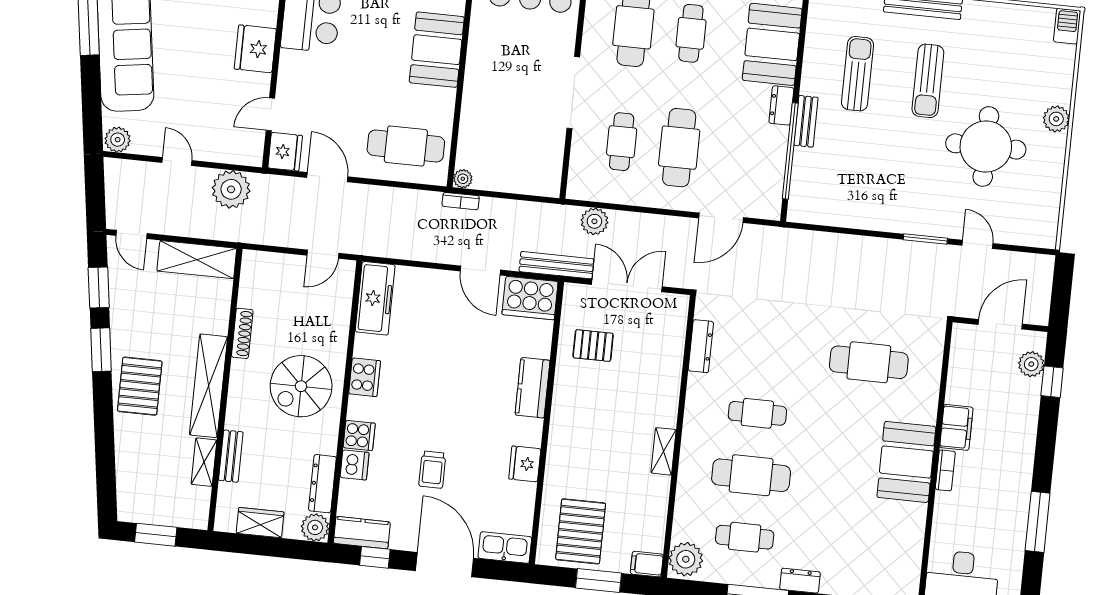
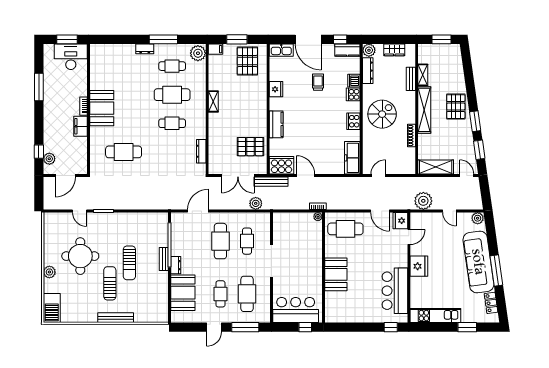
barbecue: (1067, 26) -> (52, 308), width x1.88, depth x1.53
sun lounger: (858, 74) -> (129, 263), moved
pallet: (593, 346) -> (250, 147), width x1.50, depth x1.42

